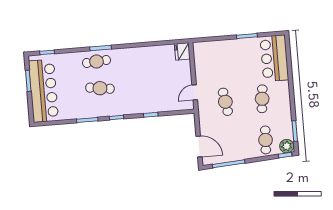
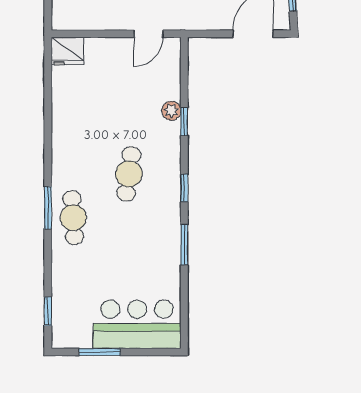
cafe table: (100, 88) -> (129, 174), moved
bar counter: (43, 91) -> (137, 324), width x0.73
door: (195, 92) -> (148, 34), hinge flipped
plant: (156, 108) -> (171, 111), added

